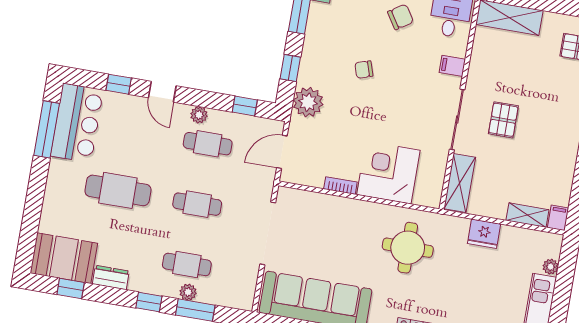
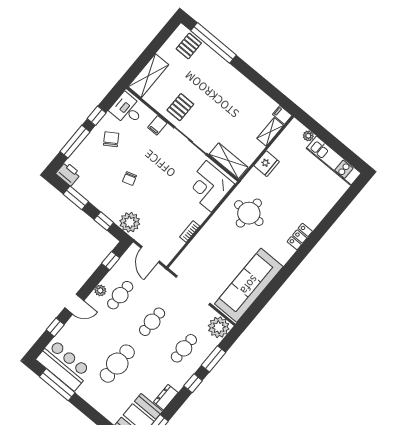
pallet: (503, 120) -> (180, 107), moved, turned 90
corner desk: (388, 172) -> (209, 186), moved
plant: (188, 292) -> (219, 327), moved, width x1.88, depth x1.88

